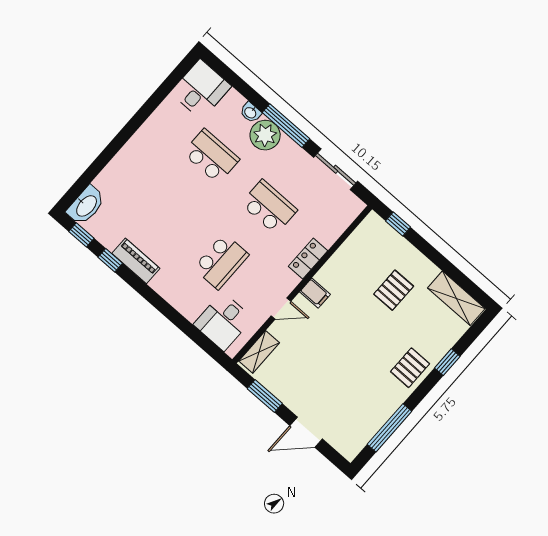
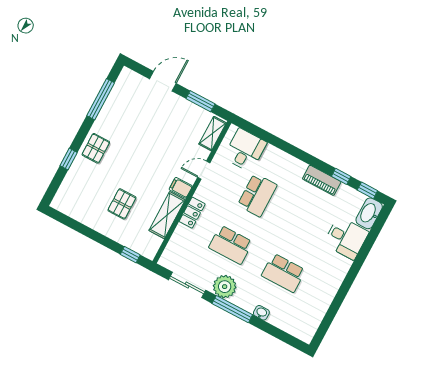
desk: (201, 89) -> (346, 238), moved, turned -90
plant: (265, 135) -> (225, 287), moved
school desk: (221, 261) -> (257, 195), turned 180
shelving: (456, 298) -> (167, 215), moved, turned 90

